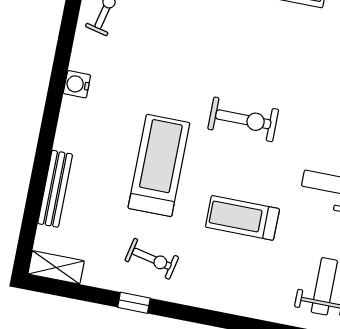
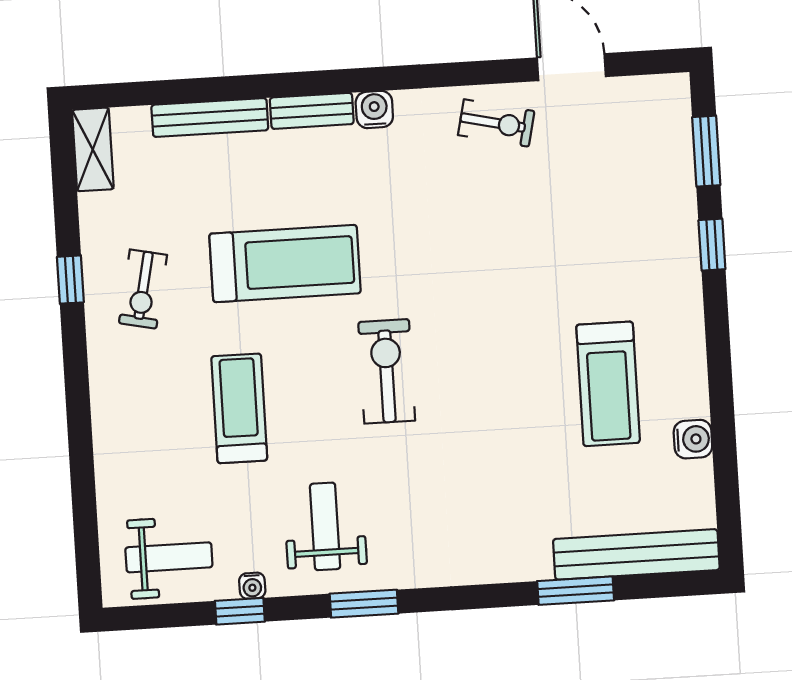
exercise bike: (243, 119) -> (387, 371), turned 180
bench: (68, 124) -> (312, 111), added

